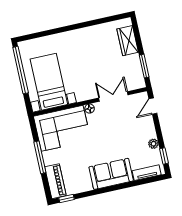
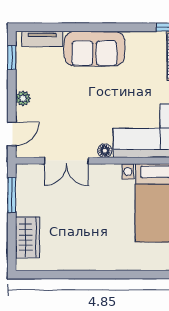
plant: (153, 144) -> (23, 98), moved

